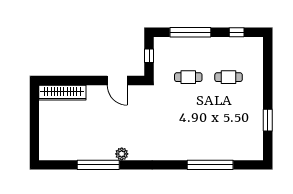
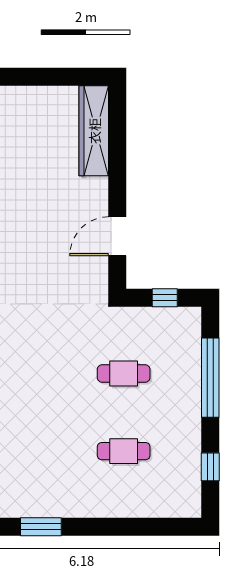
cafe table: (188, 77) -> (124, 373), turned 90
cafe table: (229, 77) -> (124, 451), turned 90

